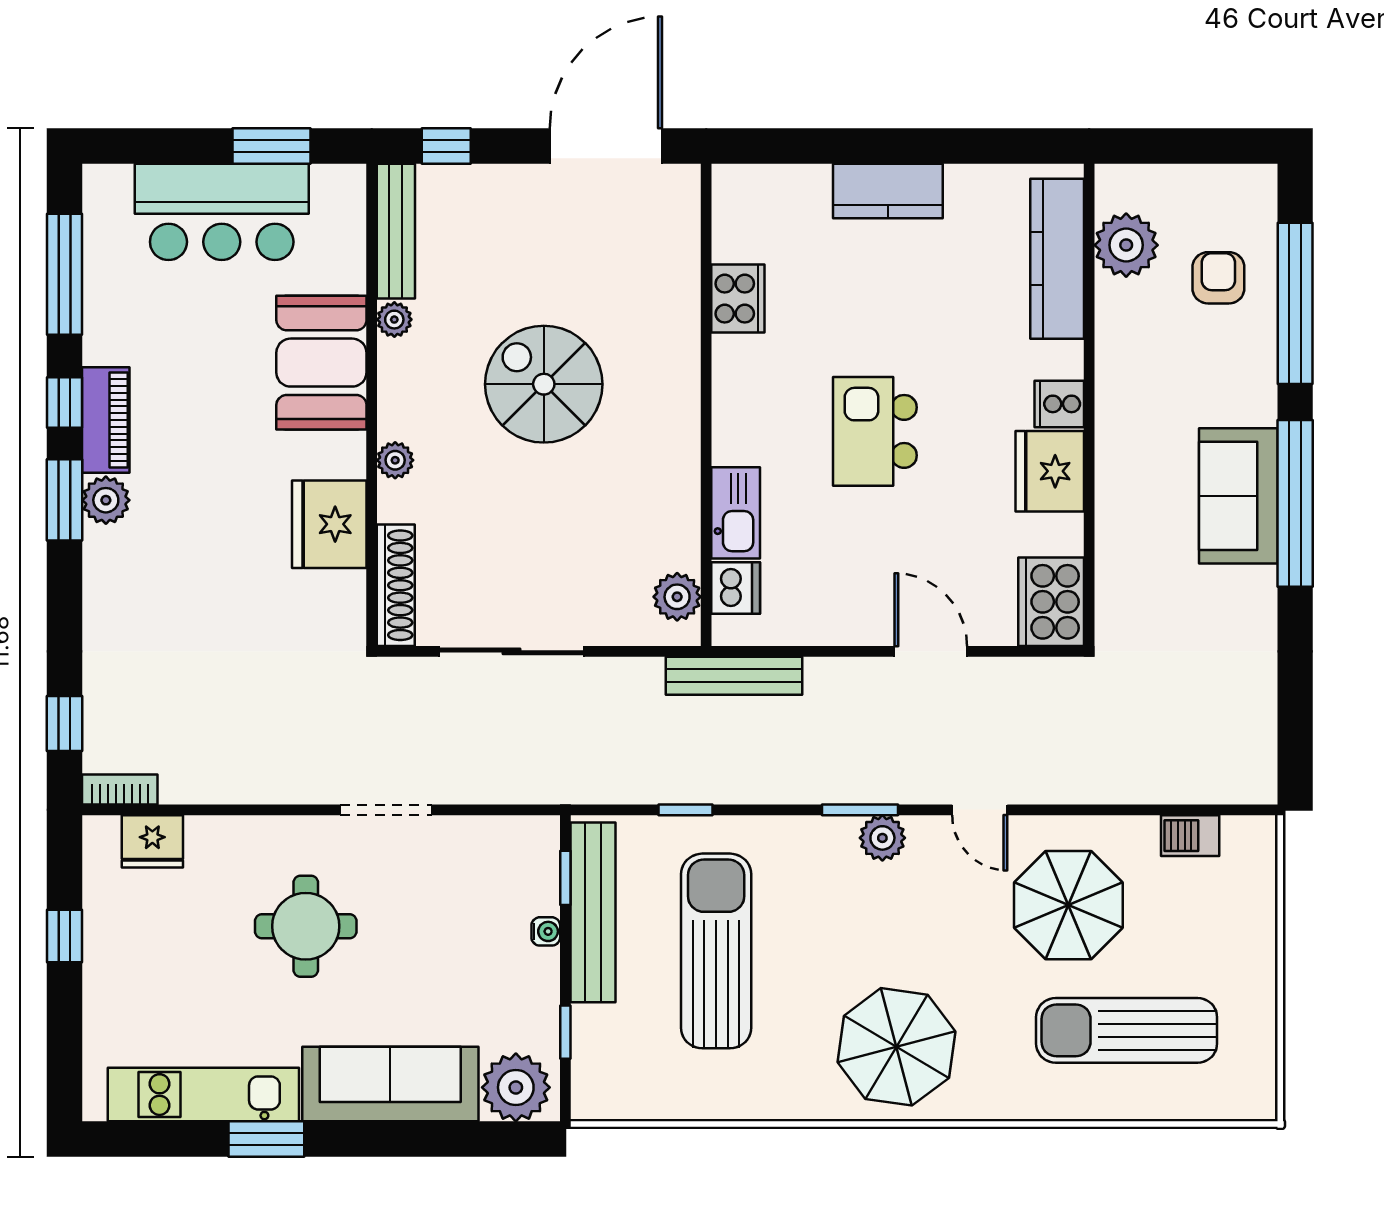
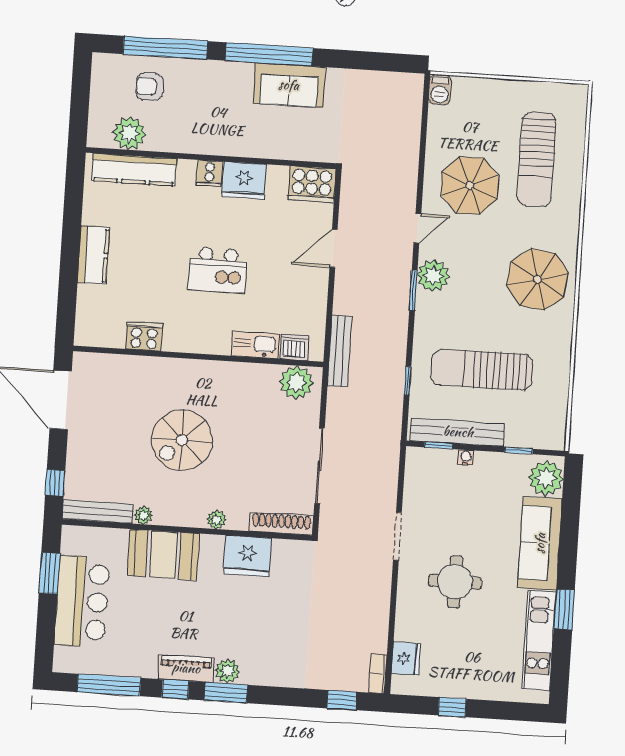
sofa: (1238, 496) -> (289, 85), moved
plant: (677, 597) -> (296, 383), width x1.36, depth x1.36
barbecue: (1190, 836) -> (440, 90), moved
plant: (882, 838) -> (433, 276), width x1.36, depth x1.36

